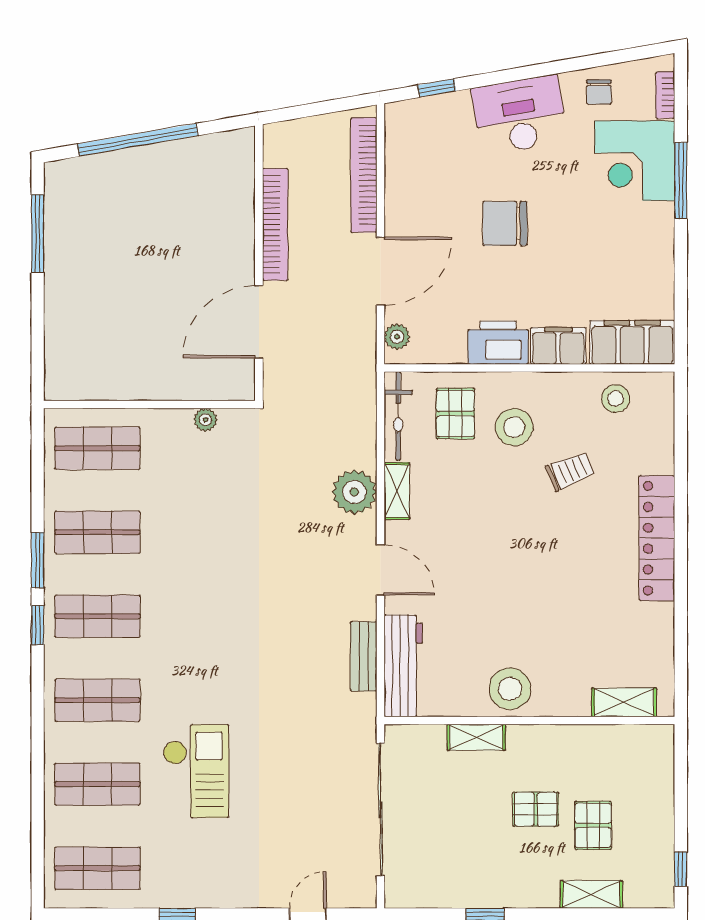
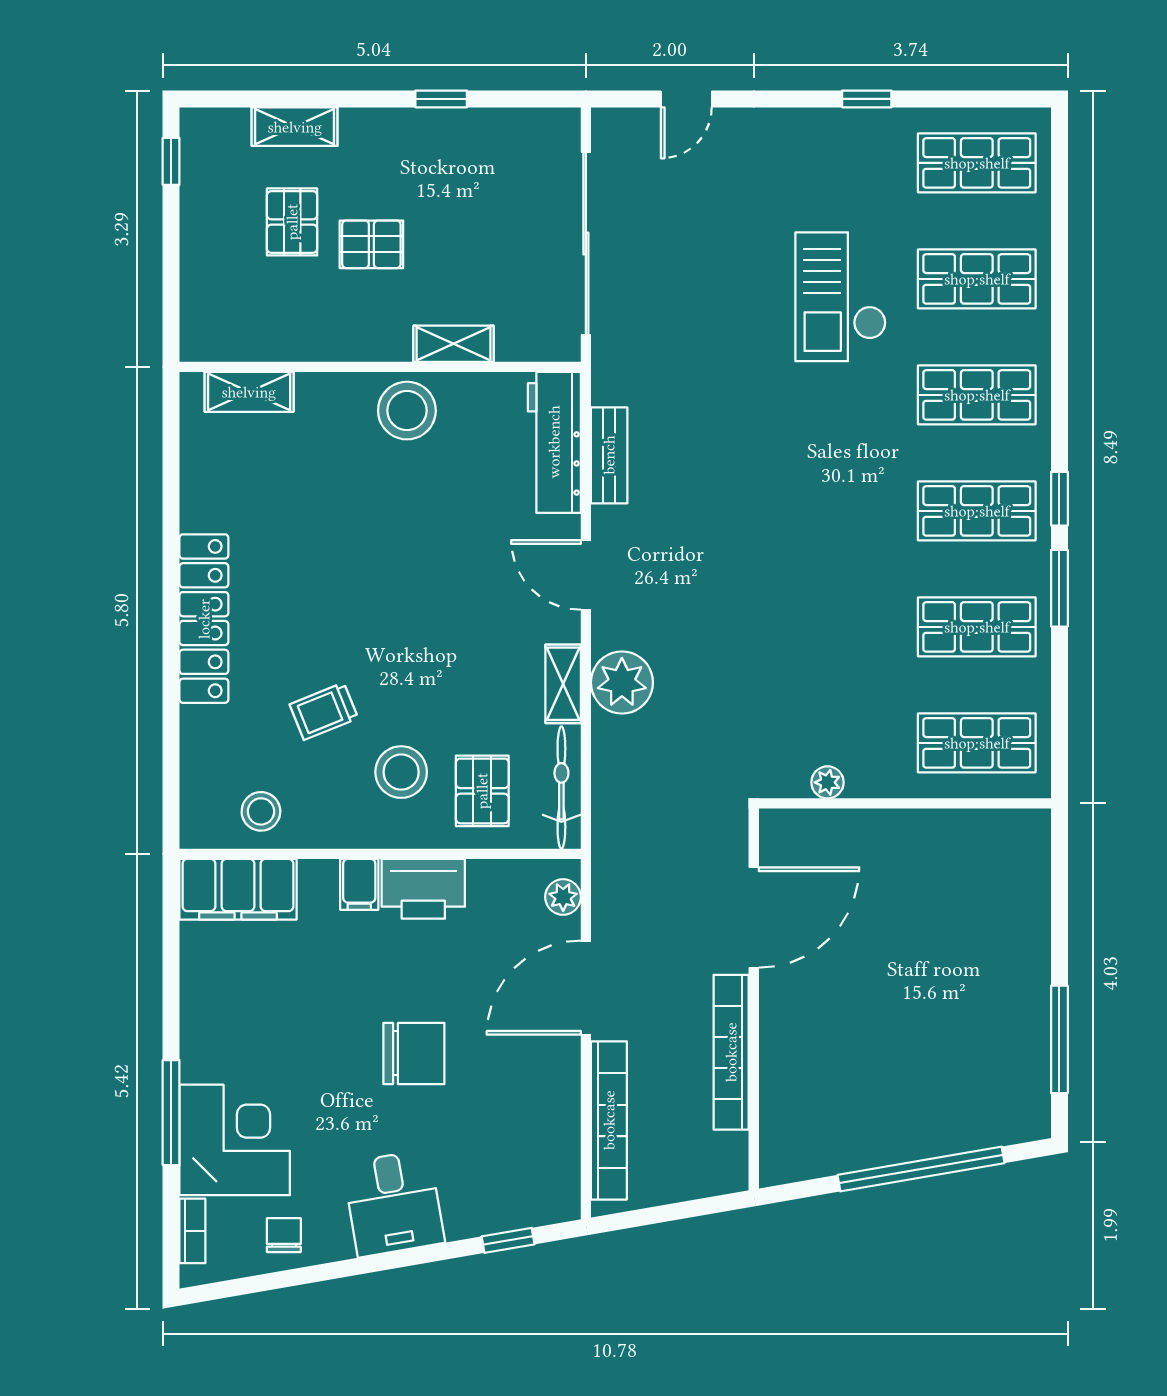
desk: (520, 115) -> (394, 1203), width x0.73
filing cabinet: (558, 346) -> (359, 884), width x0.50

